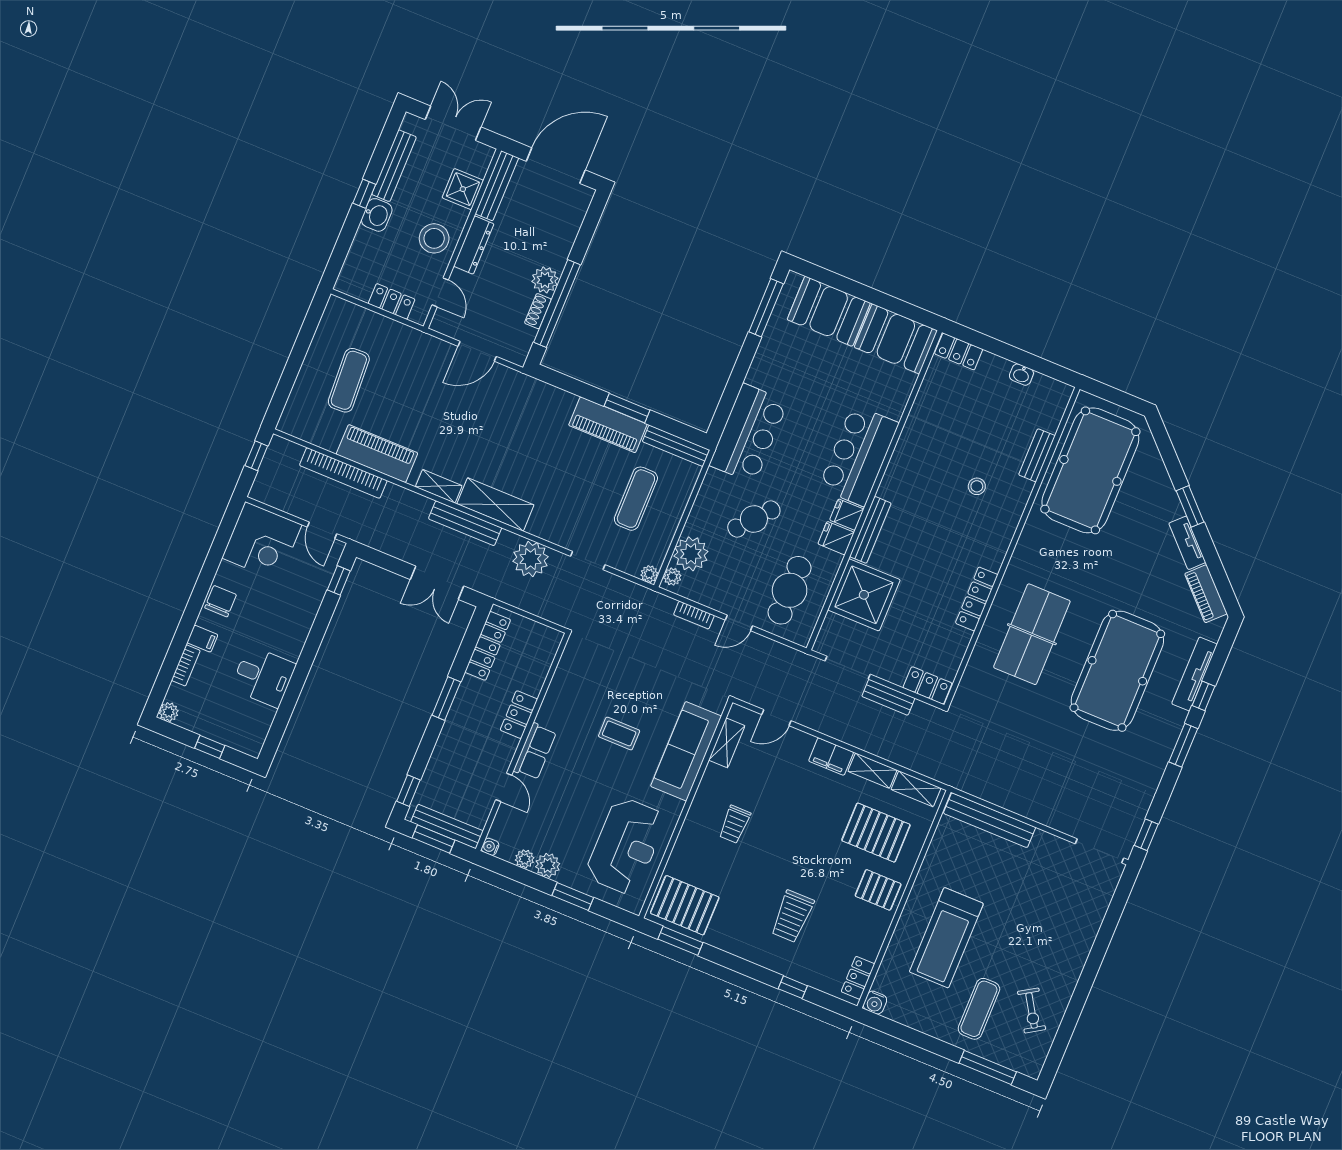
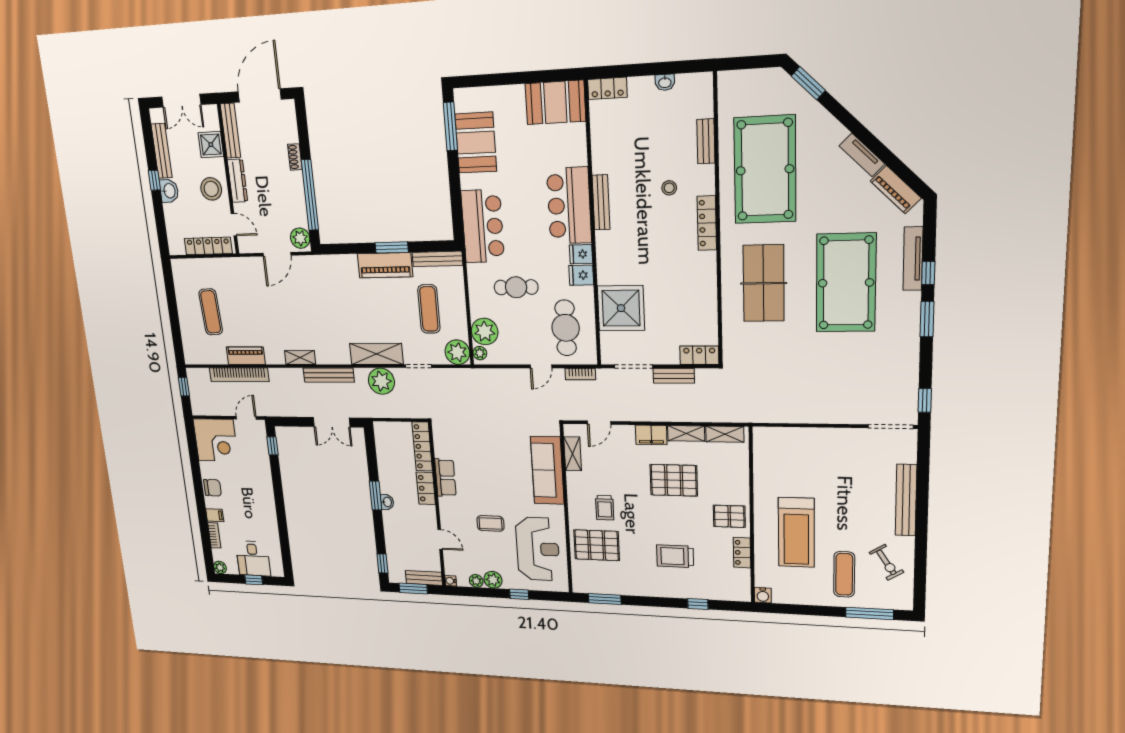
double door: (453, 123) -> (181, 101), swing flipped
plant: (545, 280) -> (300, 238), moved
locker: (392, 301) -> (208, 246), width x1.53
shoe rack: (538, 311) -> (295, 157), moved
booth: (829, 311) -> (476, 143), moved, turned 90
piano: (377, 454) -> (246, 356), width x0.73, depth x0.75
pool table: (1090, 470) -> (765, 170), moved
shelving: (495, 504) -> (376, 354), moved
window: (1190, 506) -> (808, 83), moved
cafe table: (754, 519) -> (516, 287), turned 50
door: (322, 530) -> (246, 418), swing flipped
bench: (870, 530) -> (601, 202), moved
plant: (649, 574) -> (457, 352), width x1.88, depth x1.88
locker: (977, 599) -> (707, 223), moved
chair: (221, 601) -> (212, 488), turned 90
bookcase: (694, 615) -> (580, 374), moved
locker: (488, 646) -> (422, 446), moved, turned 180
desk: (263, 677) -> (253, 558), moved, turned 90
washbasin: (458, 713) -> (387, 502), added
coffee table: (619, 733) -> (490, 523), moved
row of seats: (535, 751) -> (445, 478), moved
bench: (990, 820) -> (906, 500), moved, turned 90
bench: (447, 826) -> (424, 578), width x0.73
pallet: (876, 833) -> (674, 480), moved
window: (573, 897) -> (519, 594), width x0.67
pallet: (685, 905) -> (597, 545), moved
trolley: (792, 916) -> (675, 556), turned 90
locker: (858, 978) -> (742, 553), moved

